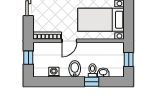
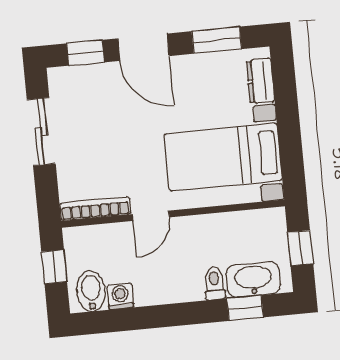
bidet: (75, 69) -> (91, 291), moved
washbasin: (103, 72) -> (253, 279), width x1.91, depth x1.45
window: (92, 82) -> (245, 308), moved

